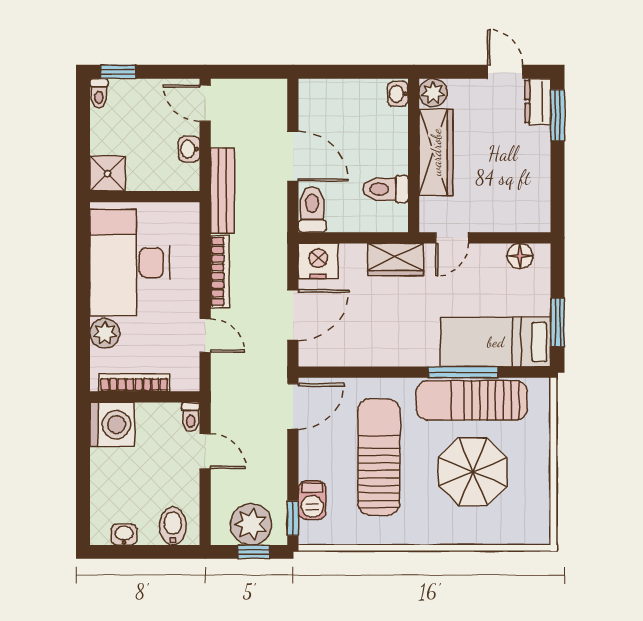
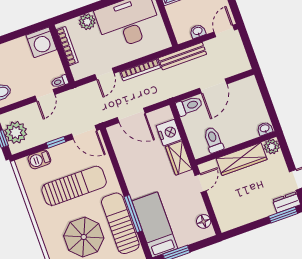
door: (452, 238) -> (200, 183), swing flipped
nightstand: (318, 261) -> (169, 133), moved
window: (293, 518) -> (56, 142), moved

